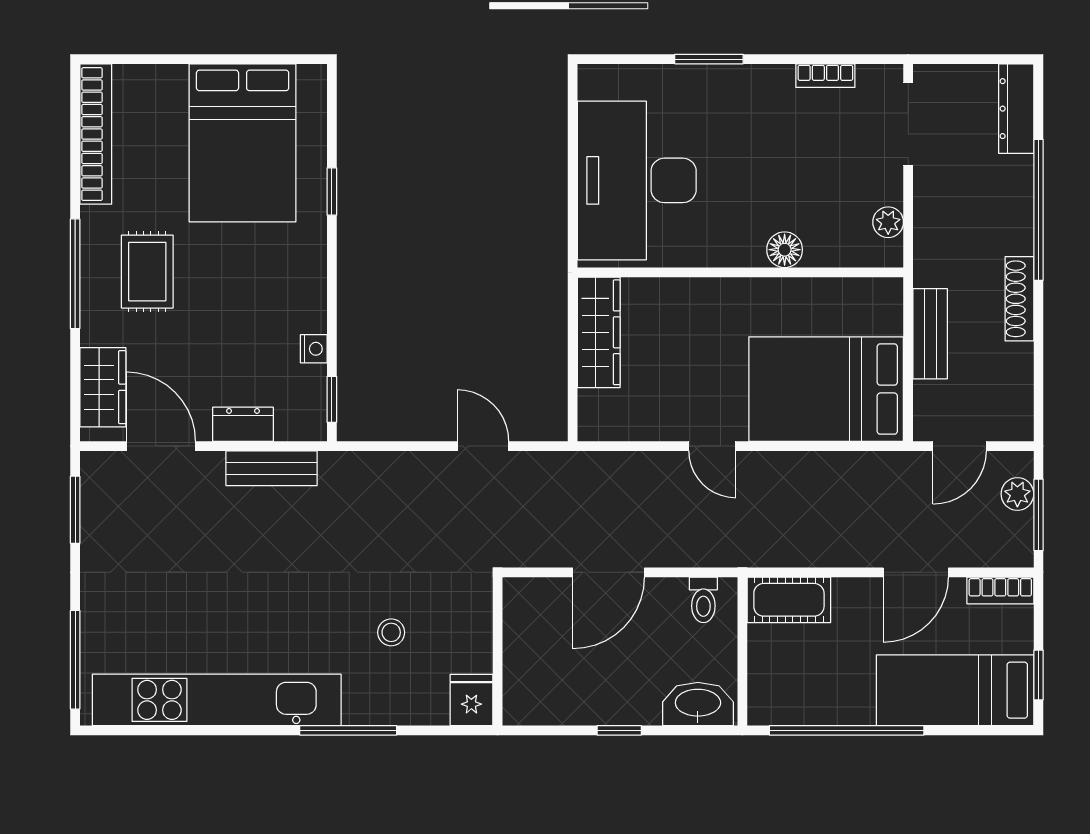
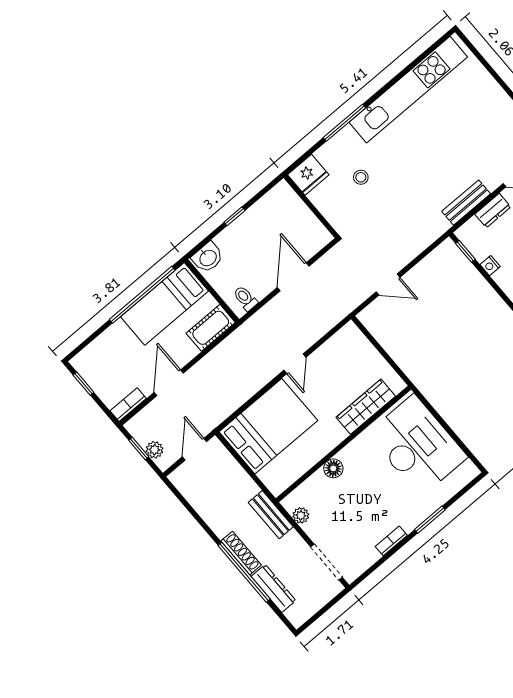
bookcase: (825, 76) -> (391, 541), moved
dresser: (1016, 109) -> (273, 589), moved
shoe rack: (1019, 299) -> (241, 553), moved
wardrobe: (599, 332) -> (366, 407), moved, turned 90
bench: (930, 334) -> (271, 515), moved
door: (712, 446) -> (295, 364), swing flipped
window: (1039, 515) -> (139, 448), width x0.67
window: (75, 660) -> (480, 57), removed
bed: (955, 690) -> (164, 304), moved, turned 180
fridge: (471, 700) -> (308, 175), width x1.38
washbasin: (698, 704) -> (208, 258), width x0.72

